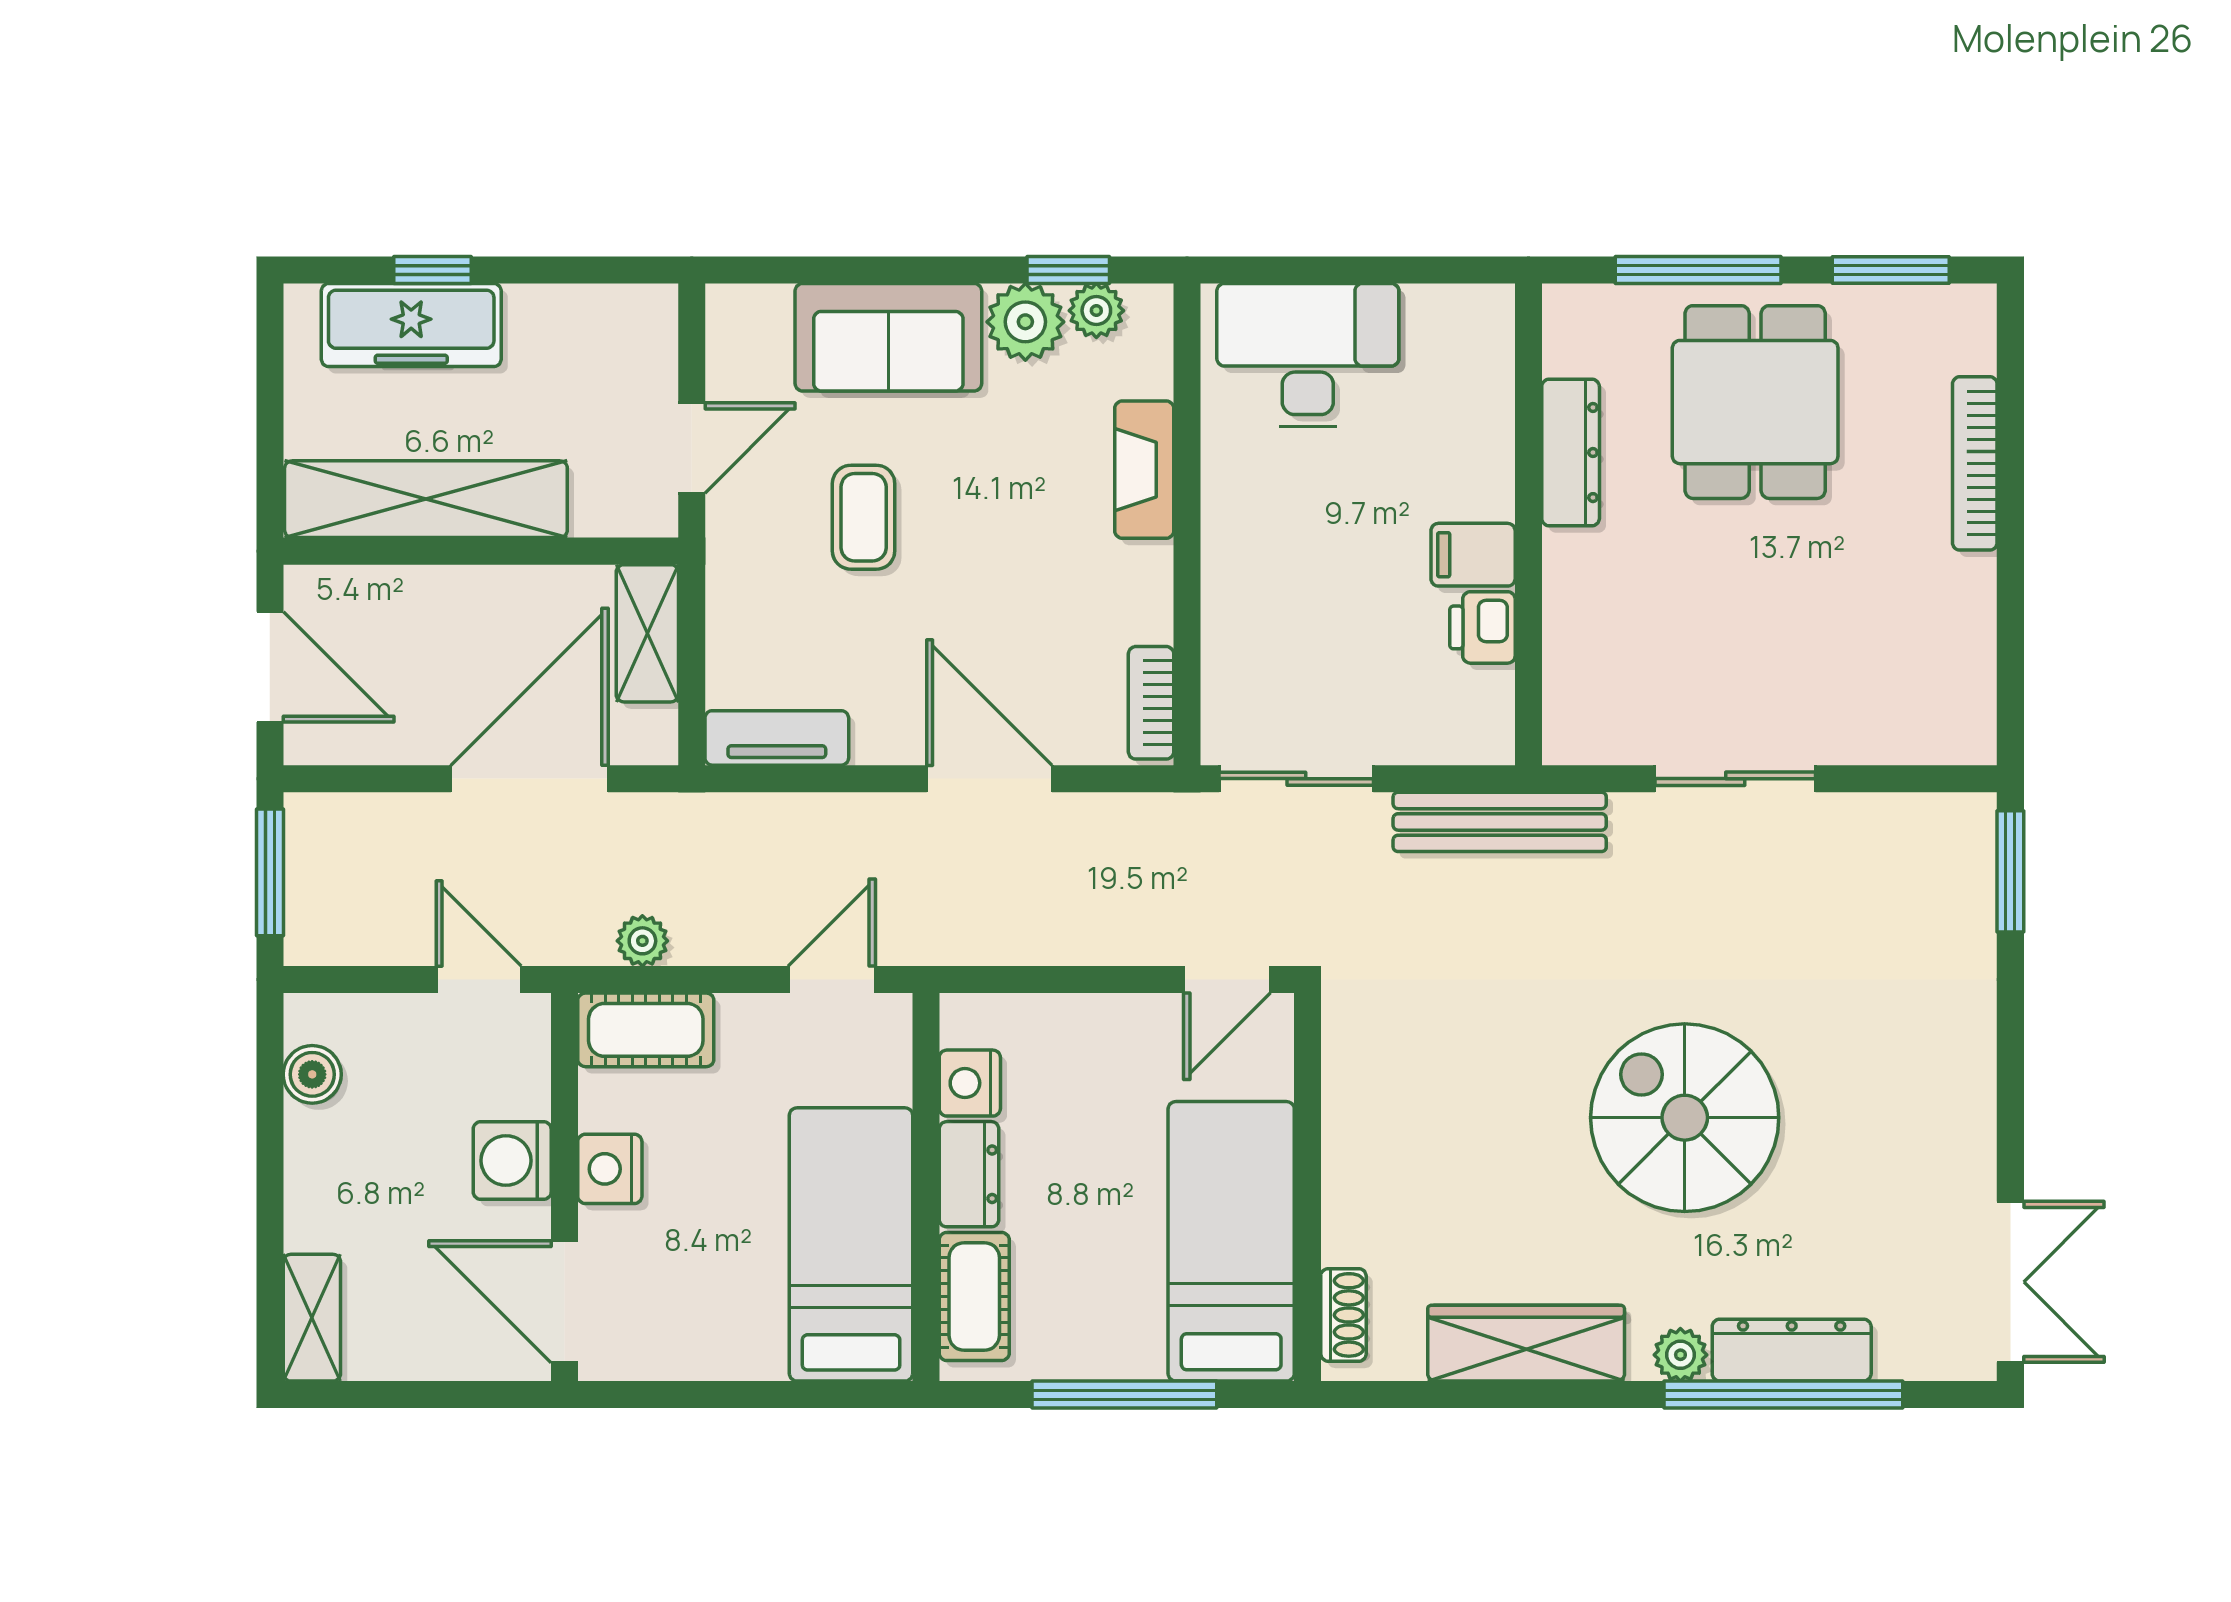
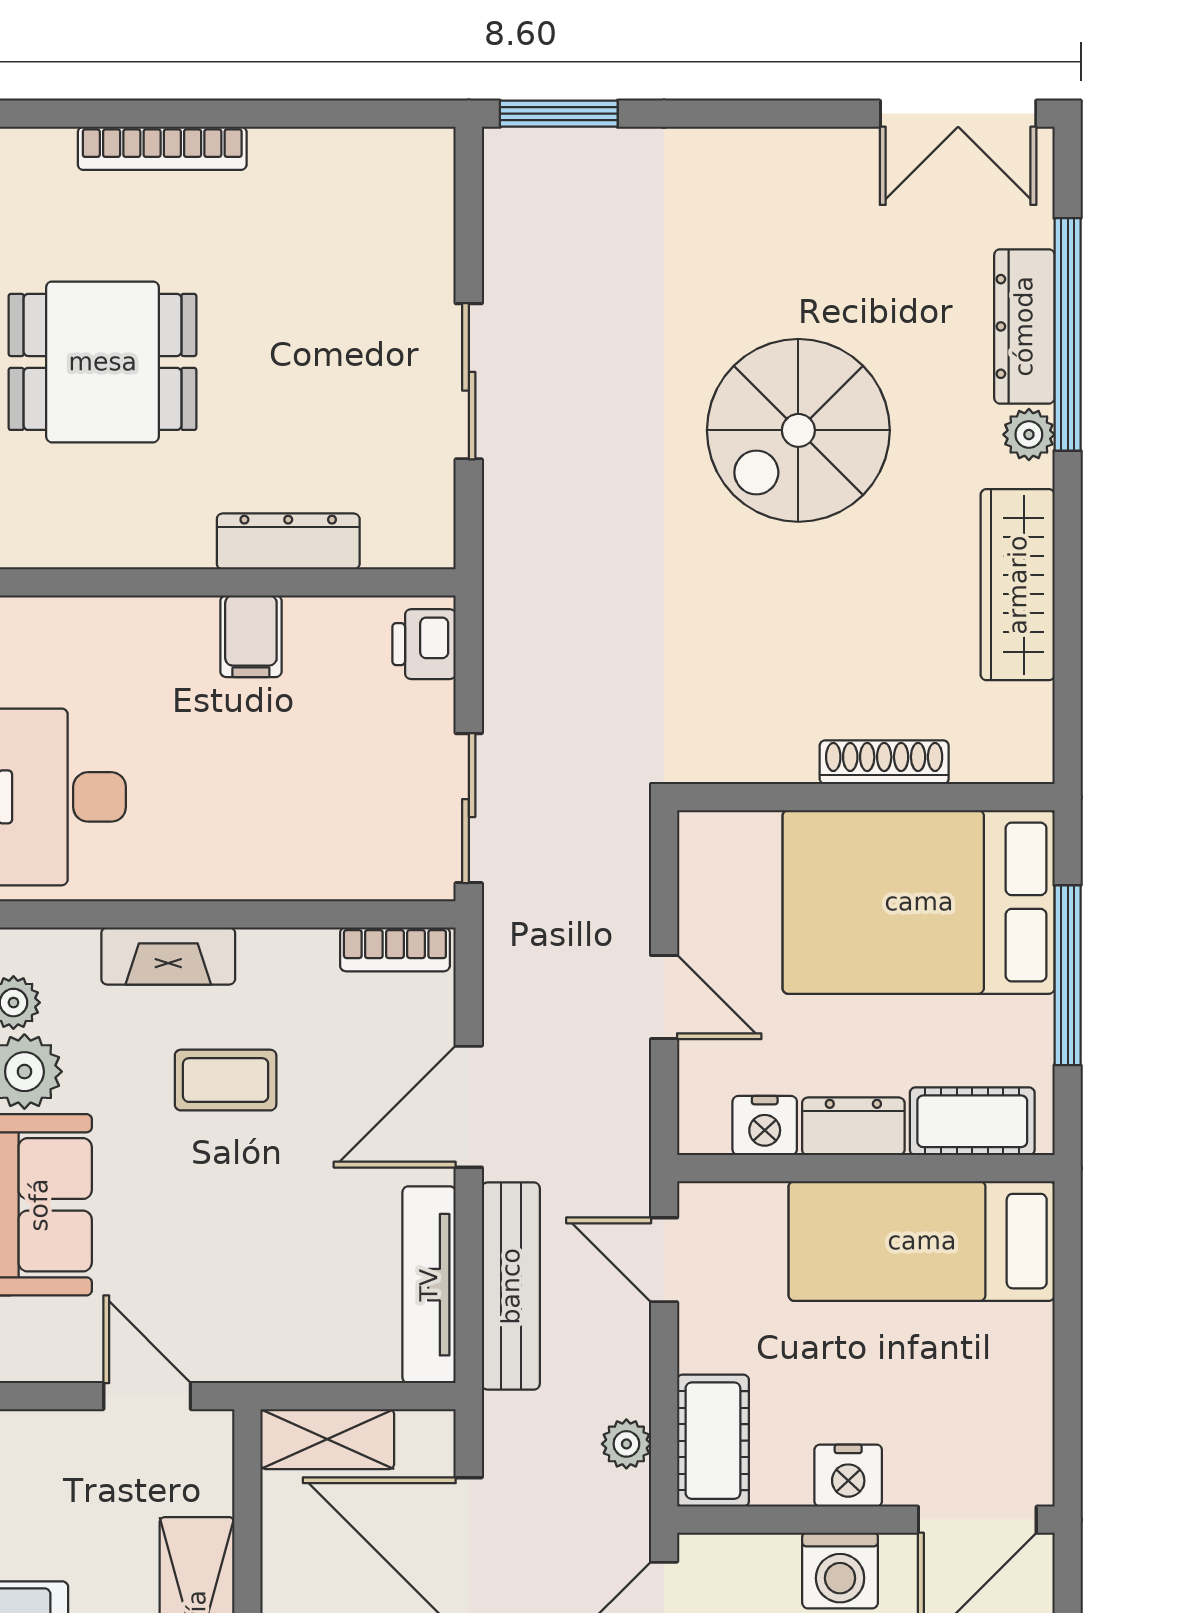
dresser: (1571, 453) -> (288, 541), moved
coffee table: (864, 517) -> (226, 1080), moved
printer: (1482, 627) -> (424, 644), moved, turned 90
tv unit: (777, 738) -> (429, 1285), width x1.41
bench: (1500, 822) -> (511, 1286), moved
door: (1227, 980) -> (664, 997), moved
bed: (1231, 1241) -> (919, 902), width x1.50
double door: (2010, 1282) -> (958, 114), swing flipped
shoe rack: (1343, 1315) -> (884, 762), moved, width x1.43

